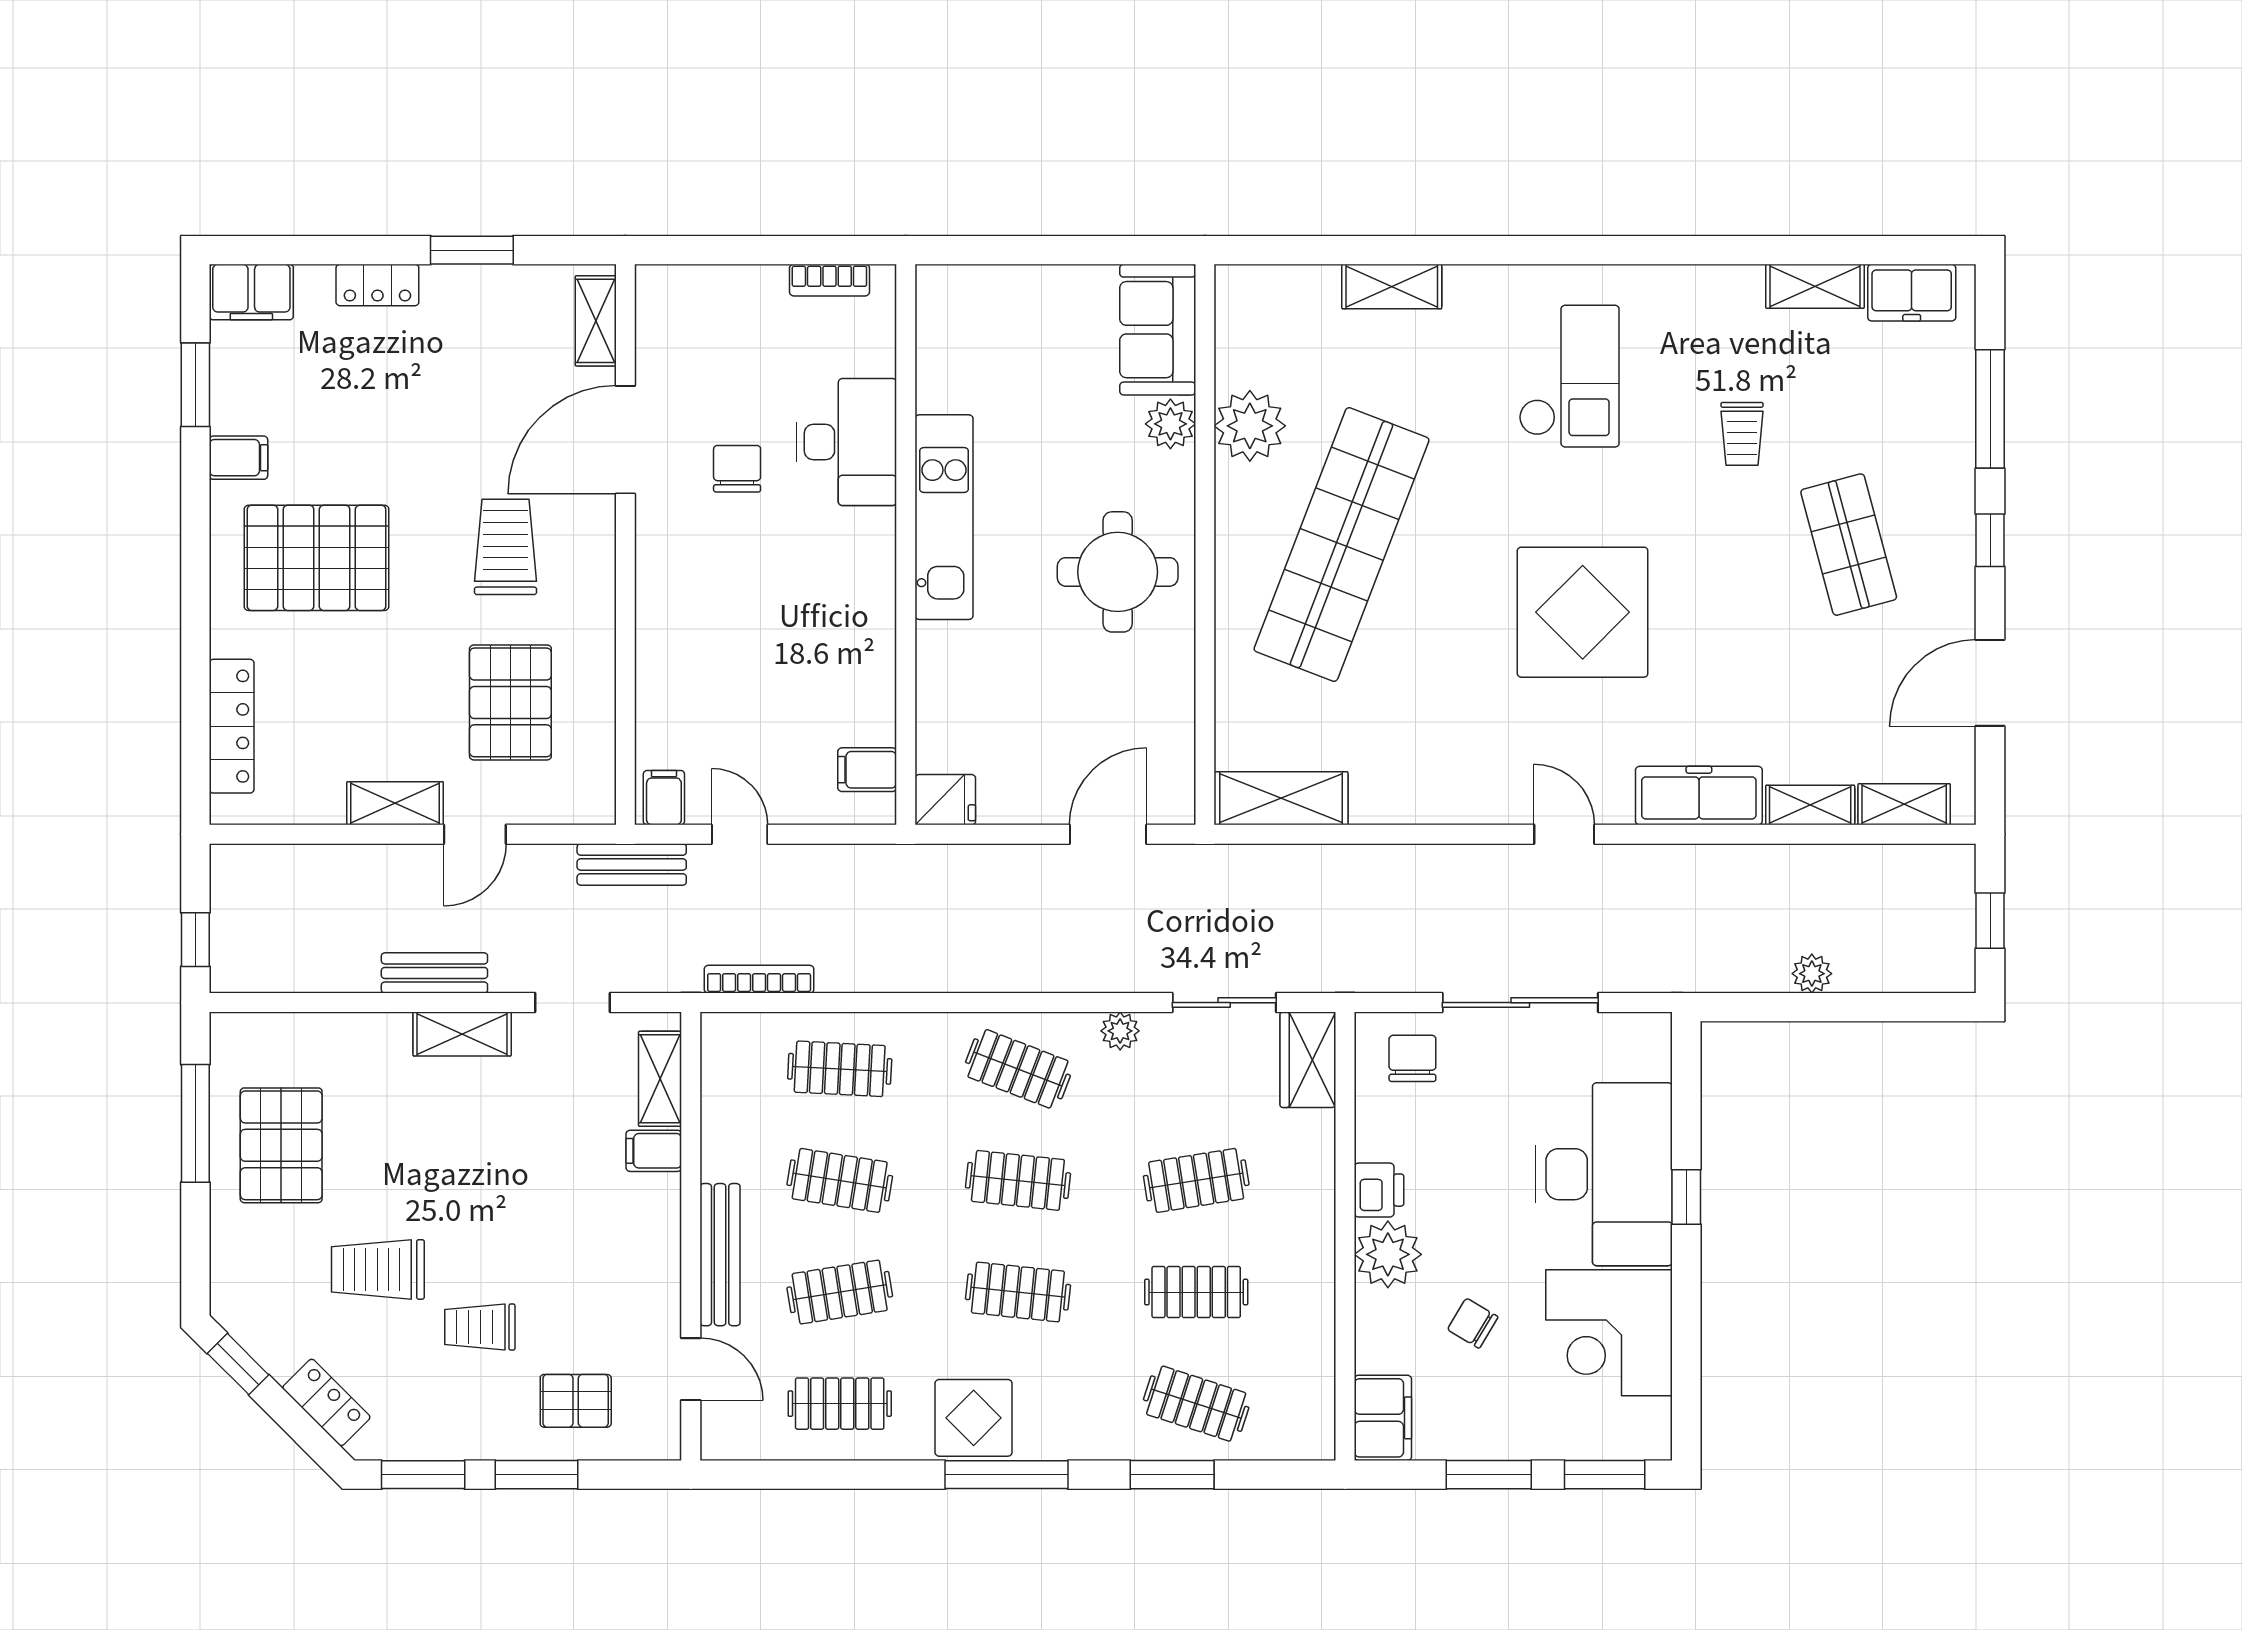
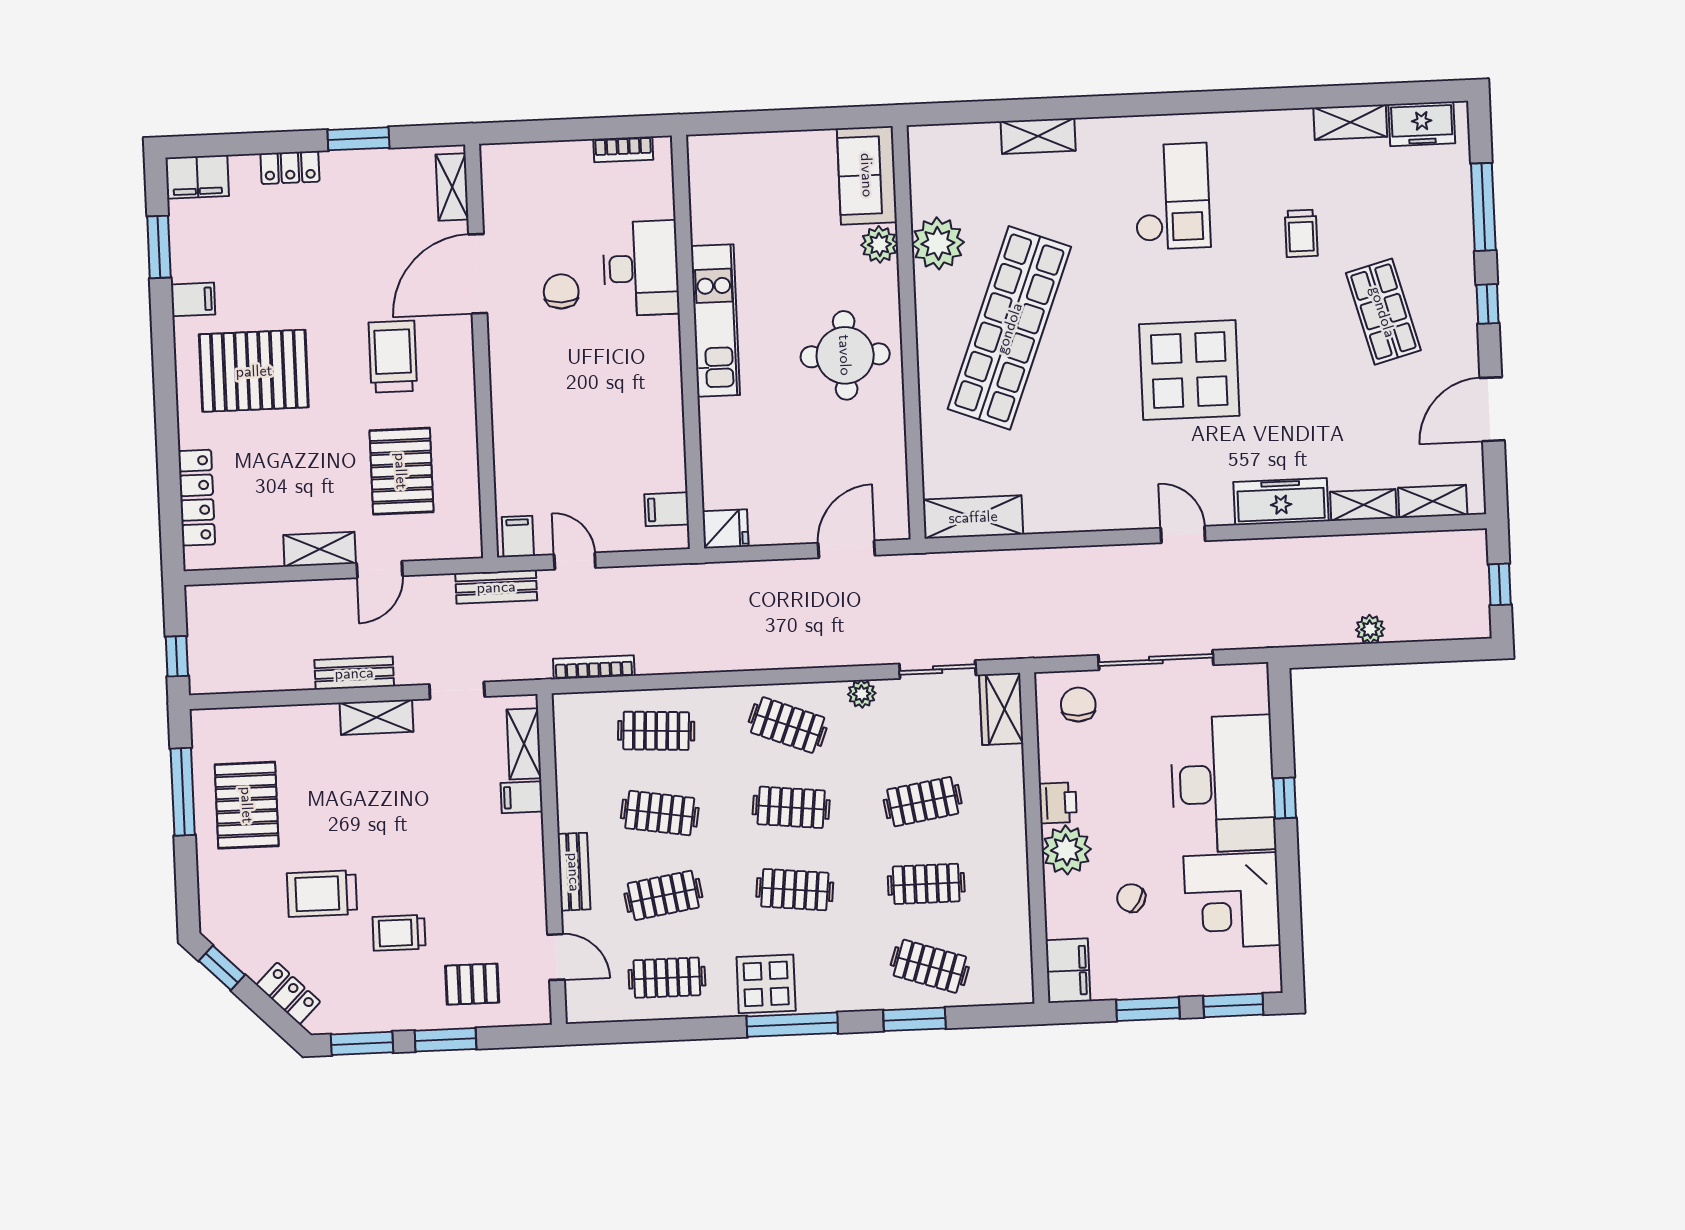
bench: (720, 1255) -> (574, 872), width x0.73

